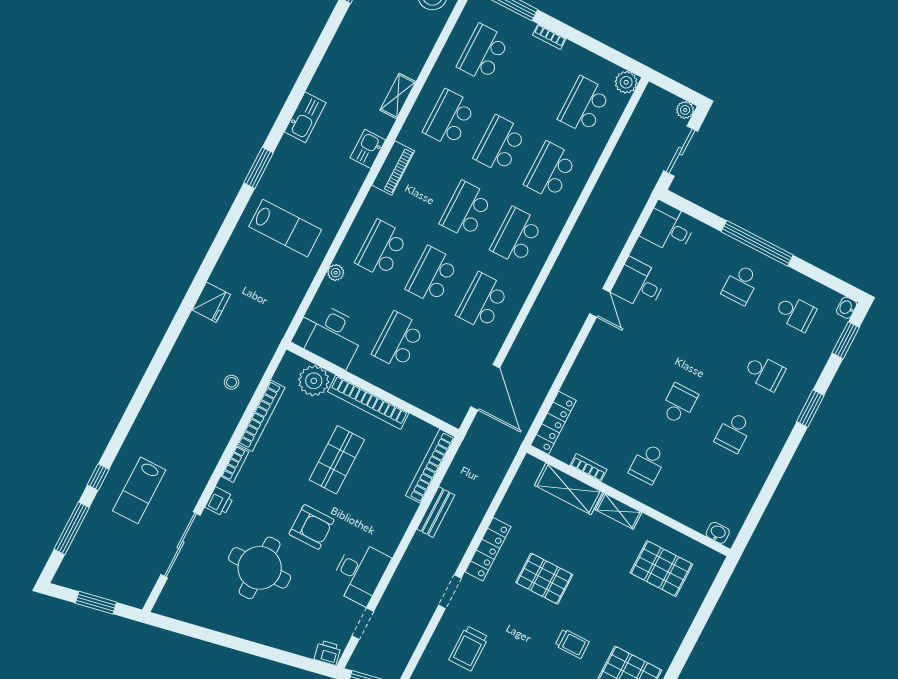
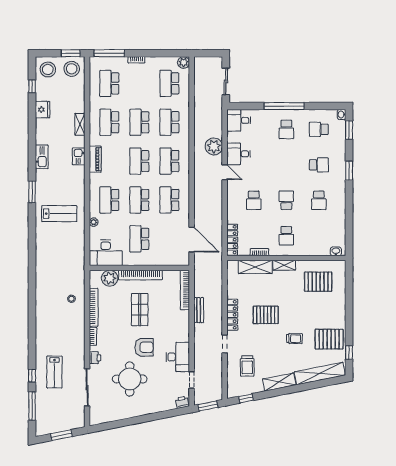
plant: (685, 110) -> (214, 146), moved, width x1.88, depth x1.88
fridge: (211, 302) -> (42, 110), moved
school desk: (795, 313) -> (319, 129), turned 180
school desk: (624, 375) -> (254, 200), added

